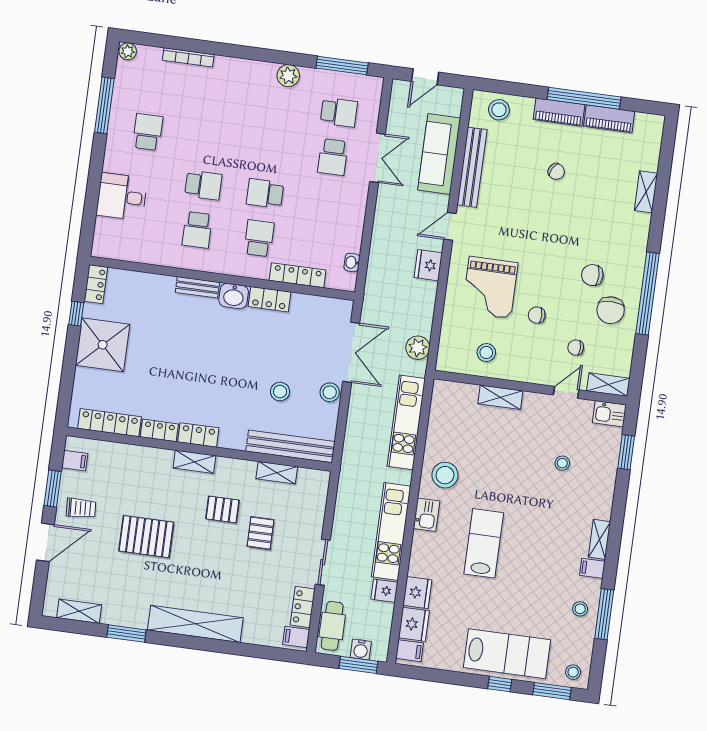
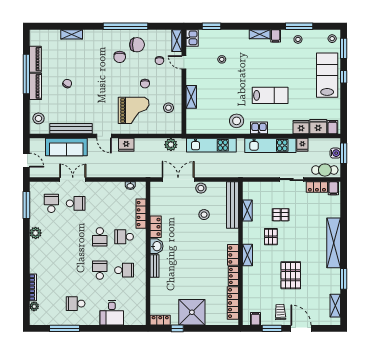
plant: (128, 51) -> (34, 306), moved
lab bench: (484, 543) -> (270, 95), turned 180

